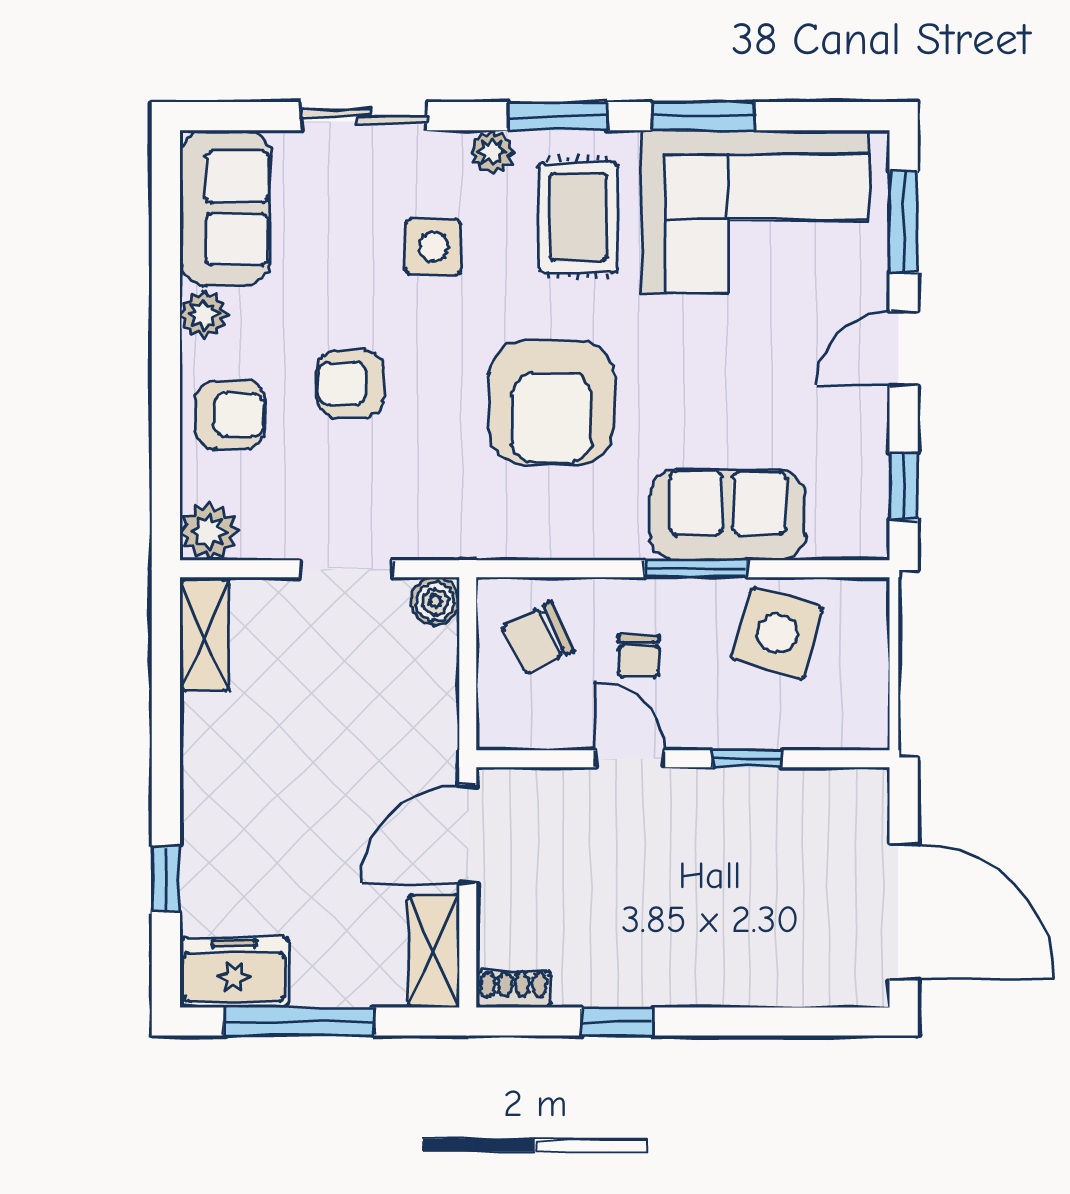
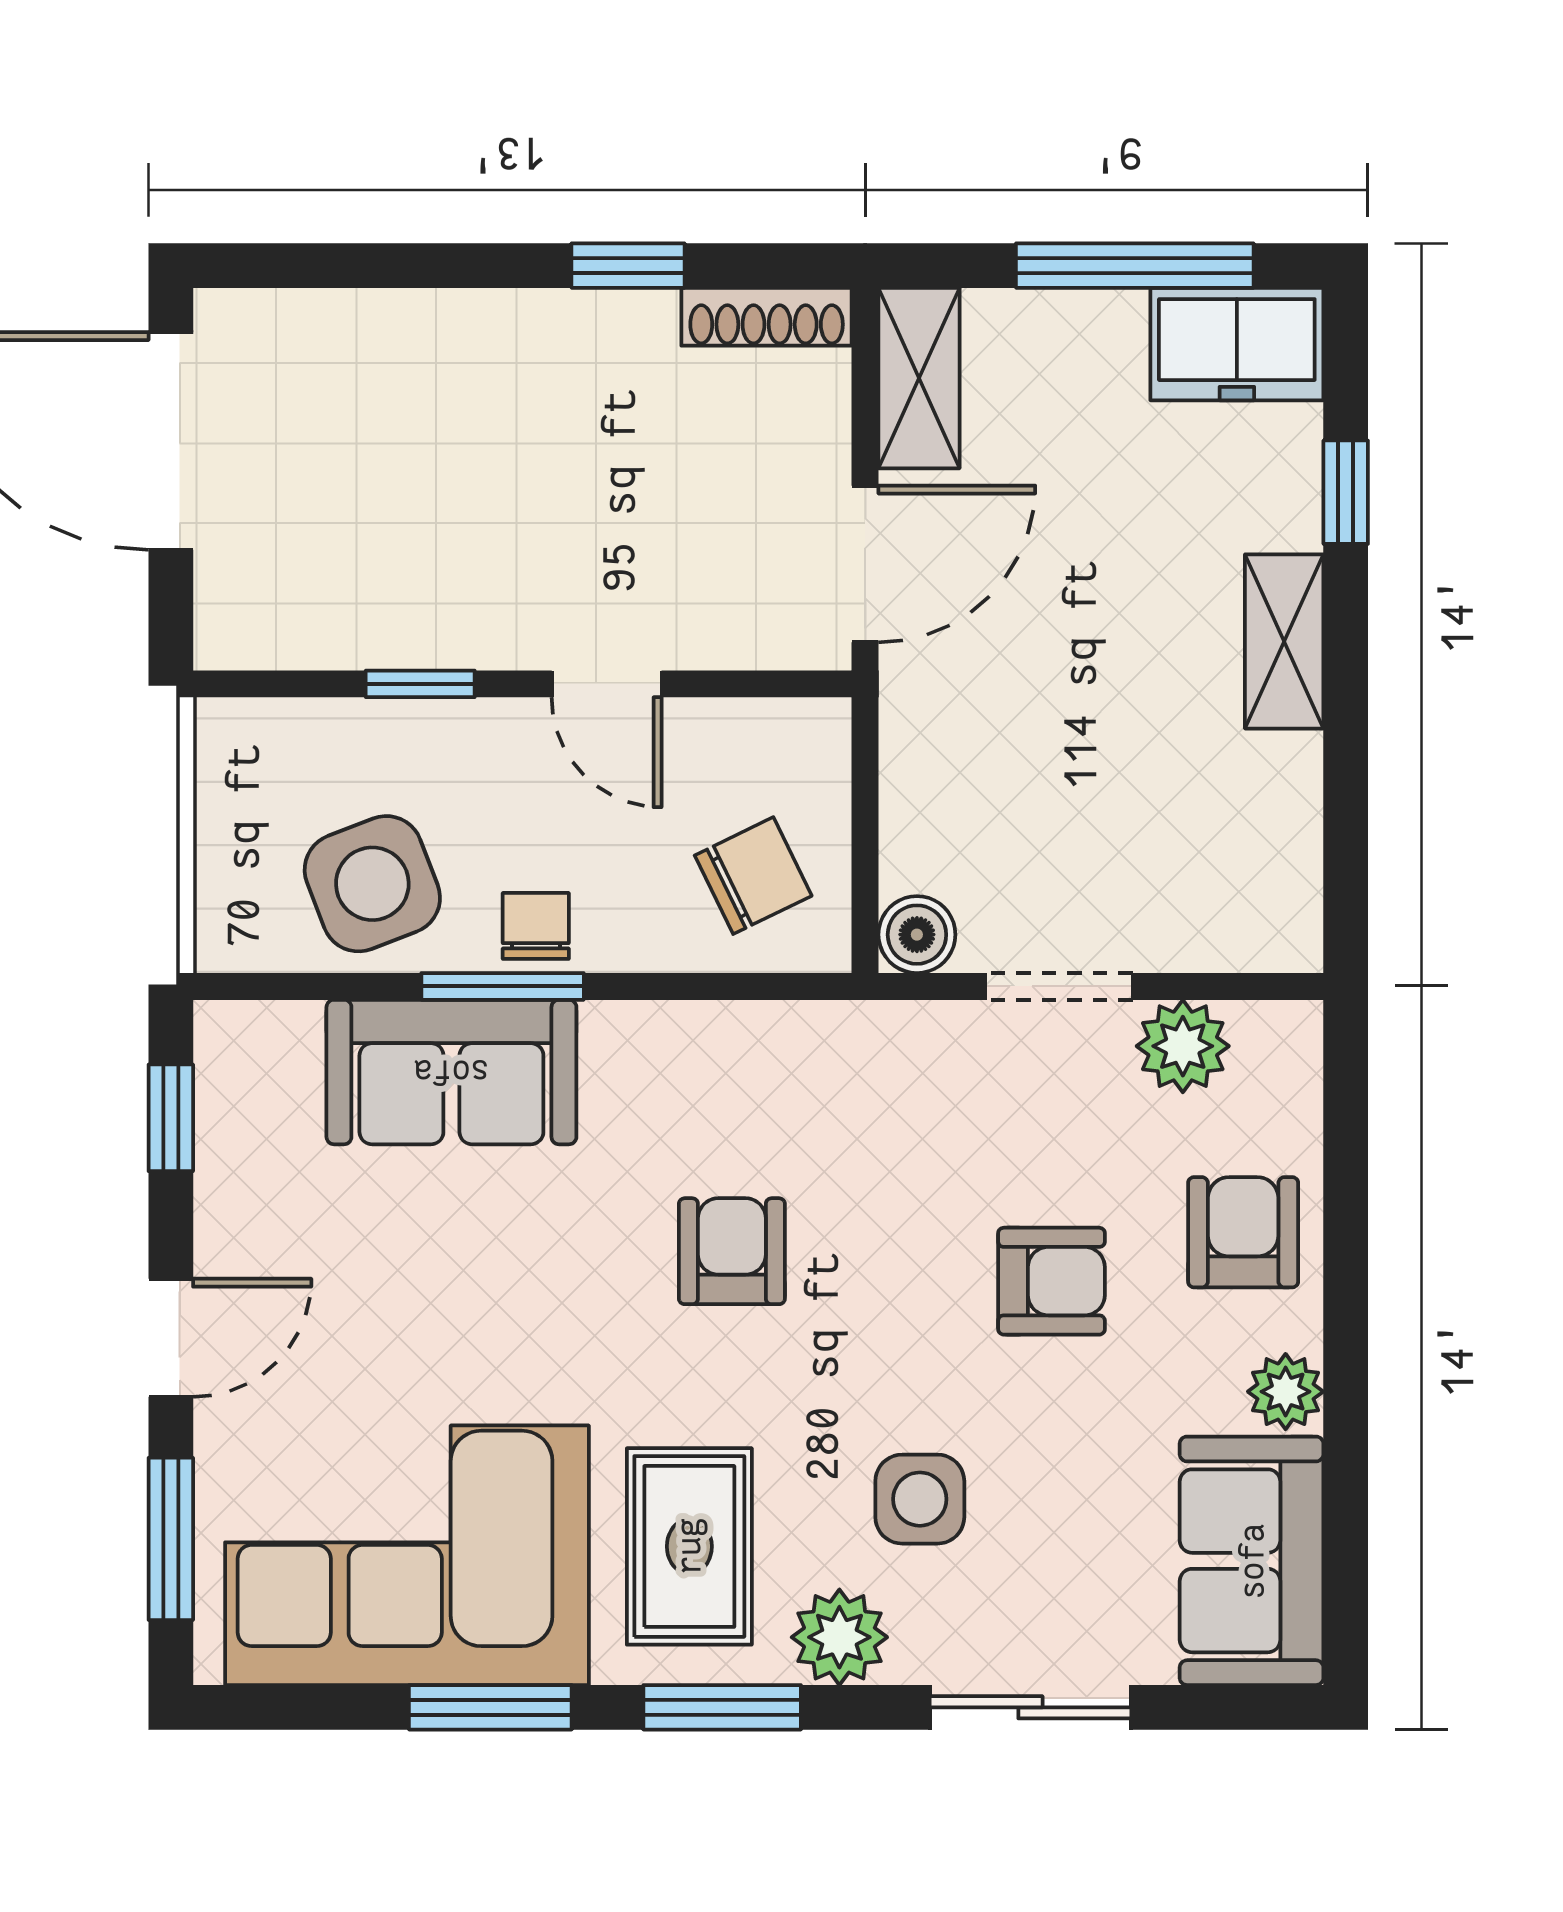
plant: (492, 152) -> (839, 1637), width x1.38, depth x1.38
armchair: (551, 402) -> (732, 1251), width x0.53, depth x0.53
armchair: (230, 414) -> (1243, 1232), turned 90
plant: (209, 531) -> (1183, 1046), moved
side table: (777, 633) -> (372, 884), turned -37
shelving: (205, 636) -> (1284, 641), moved
chair: (639, 656) -> (536, 926), moved
shoe rack: (514, 989) -> (767, 317), width x1.43

